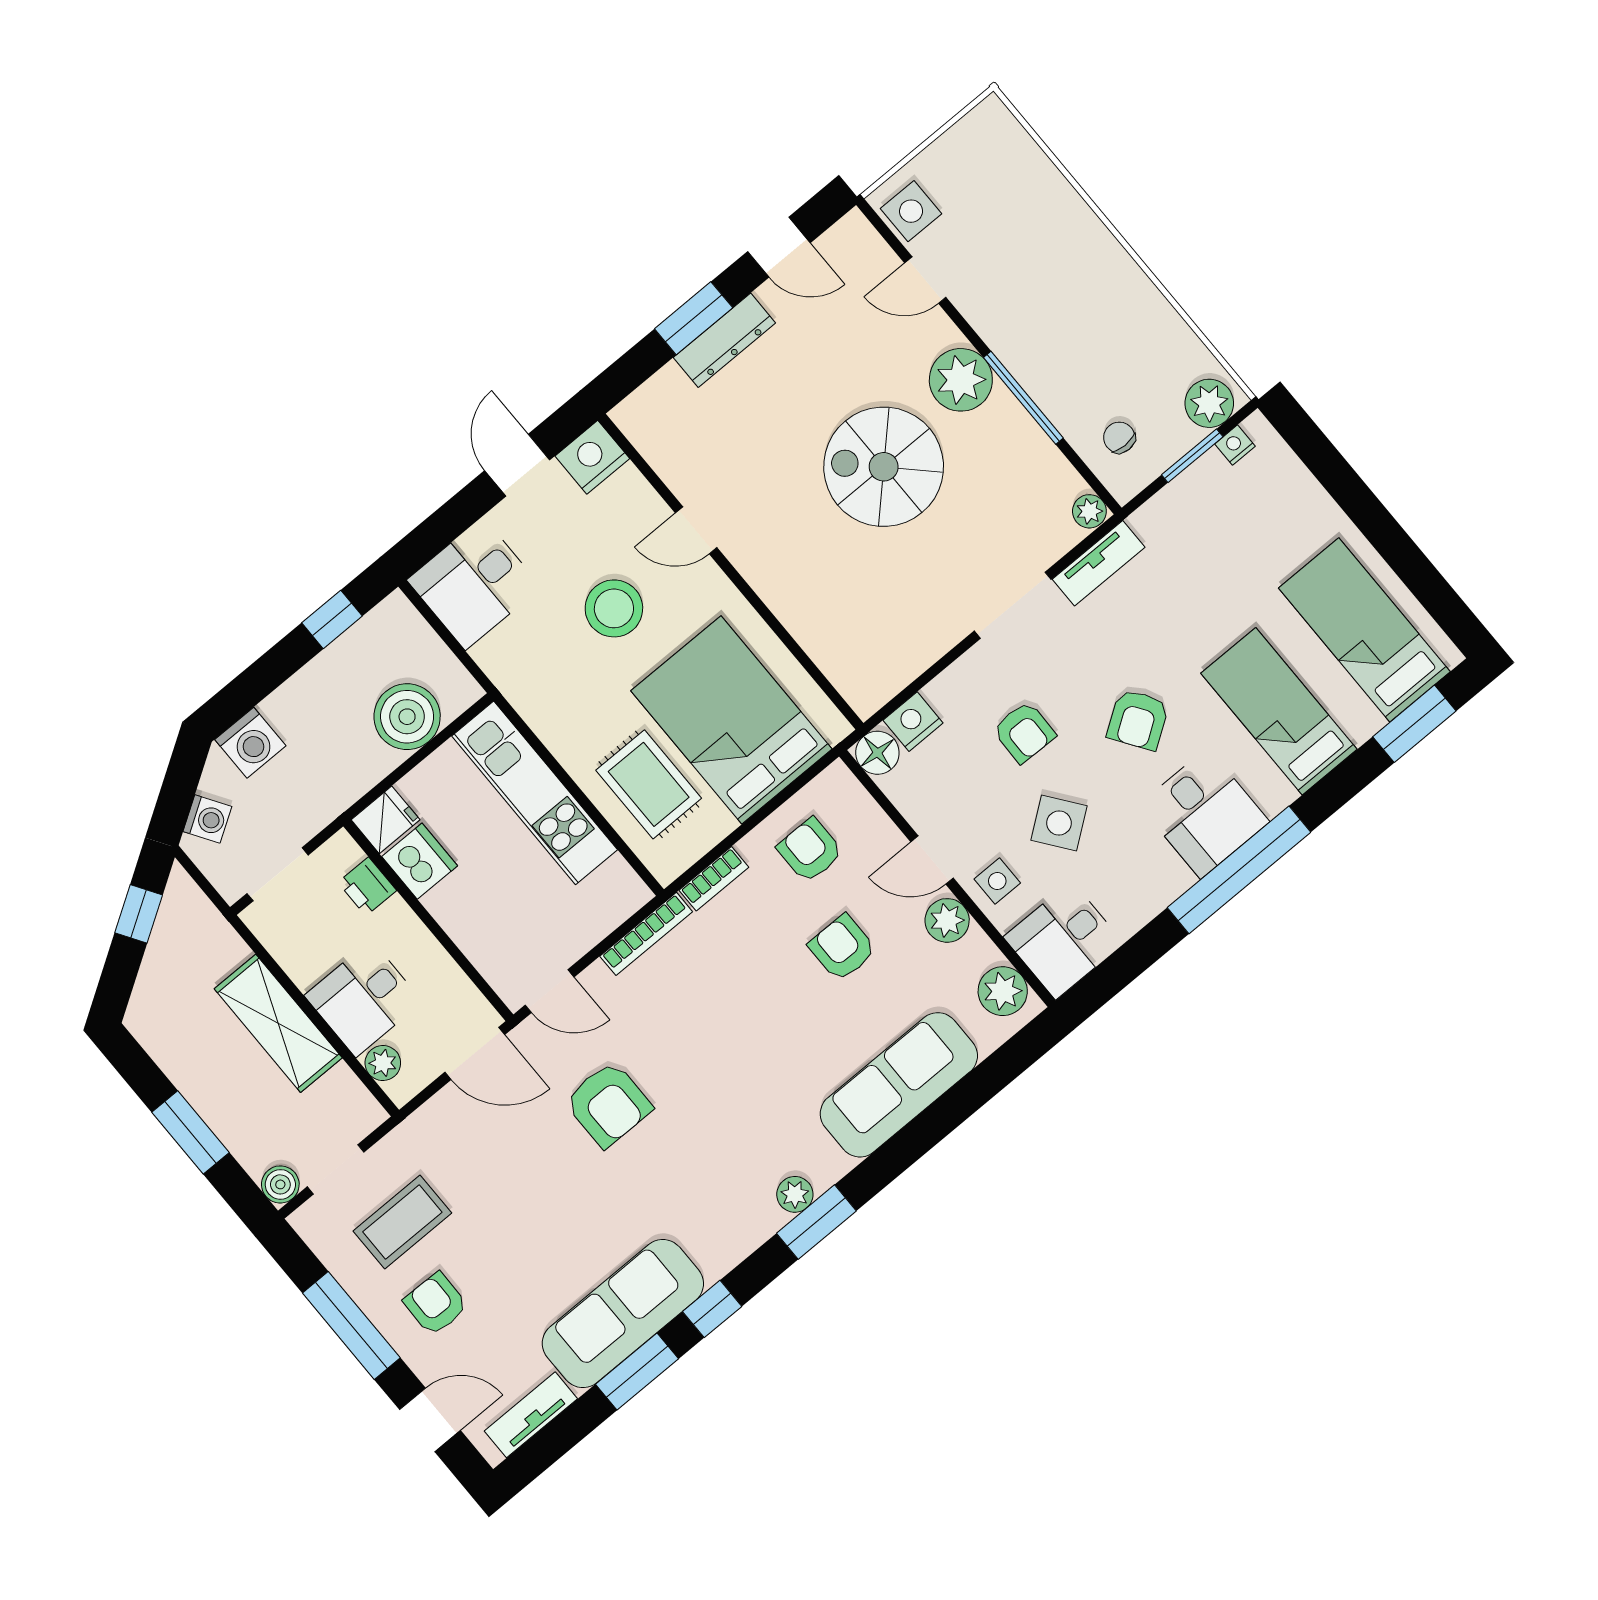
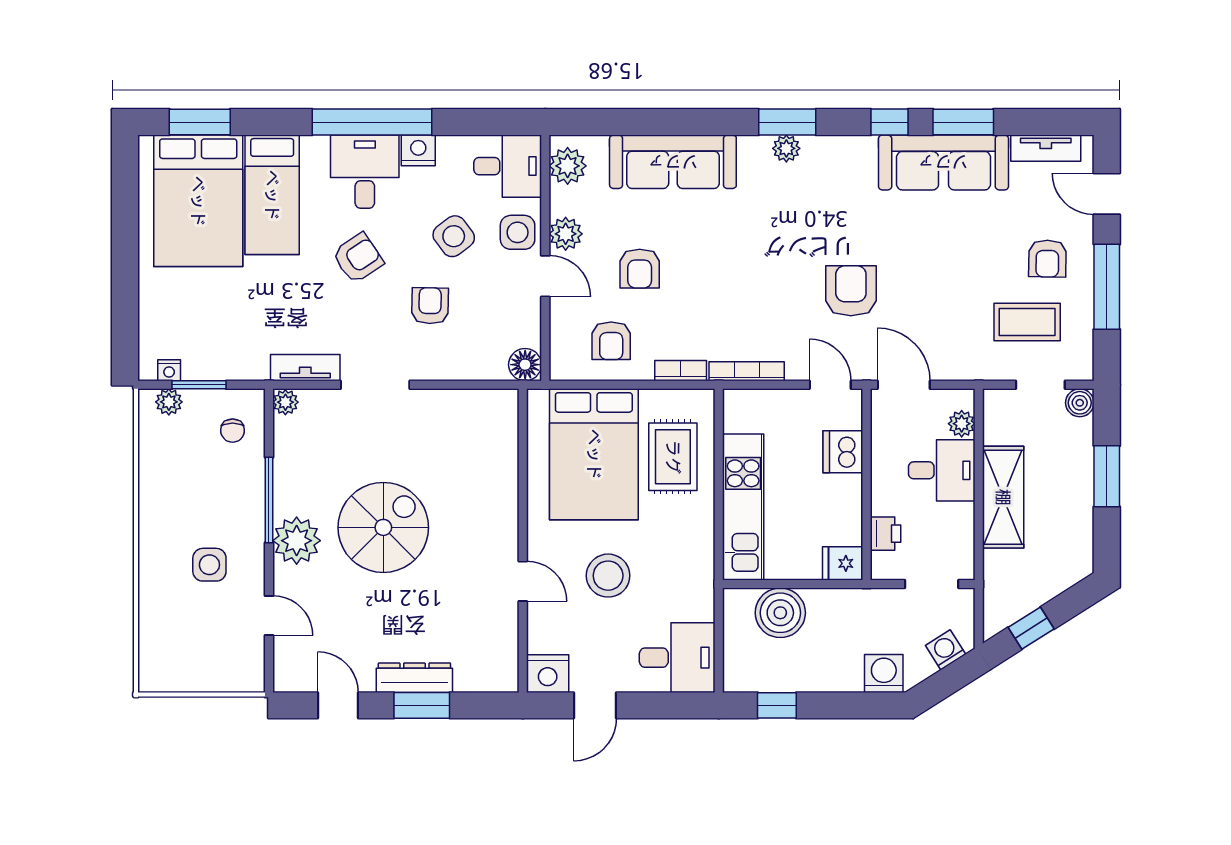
side table: (911, 211) -> (209, 565), moved
plant: (1209, 403) -> (169, 402), width x0.73, depth x0.73
spiral stairs: (884, 467) -> (383, 527), turned -90
bed: (1364, 630) -> (198, 201), width x1.50
nightstand: (913, 722) -> (418, 150), moved, turned 180
dishwasher: (420, 861) -> (843, 452), moved
side table: (997, 881) -> (518, 232), width x1.37, depth x1.37

